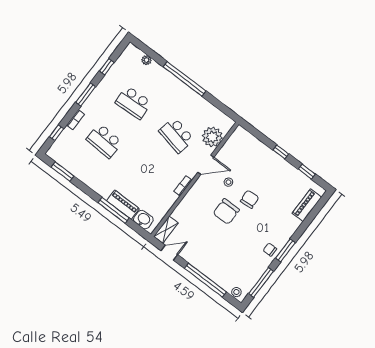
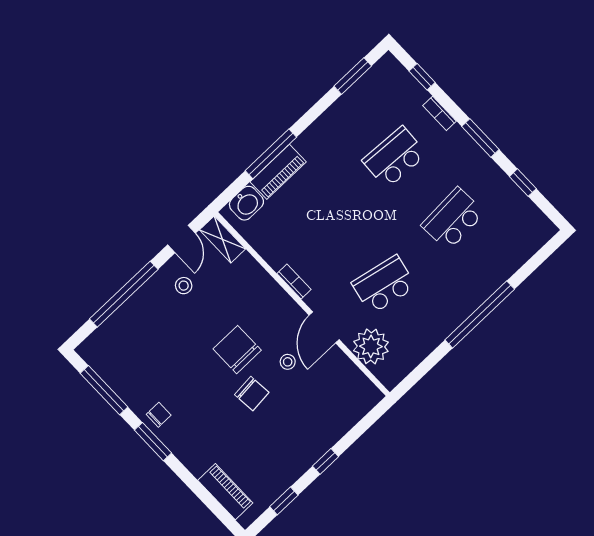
plant: (146, 60) -> (523, 254), removed
stool: (236, 292) -> (184, 286), moved

